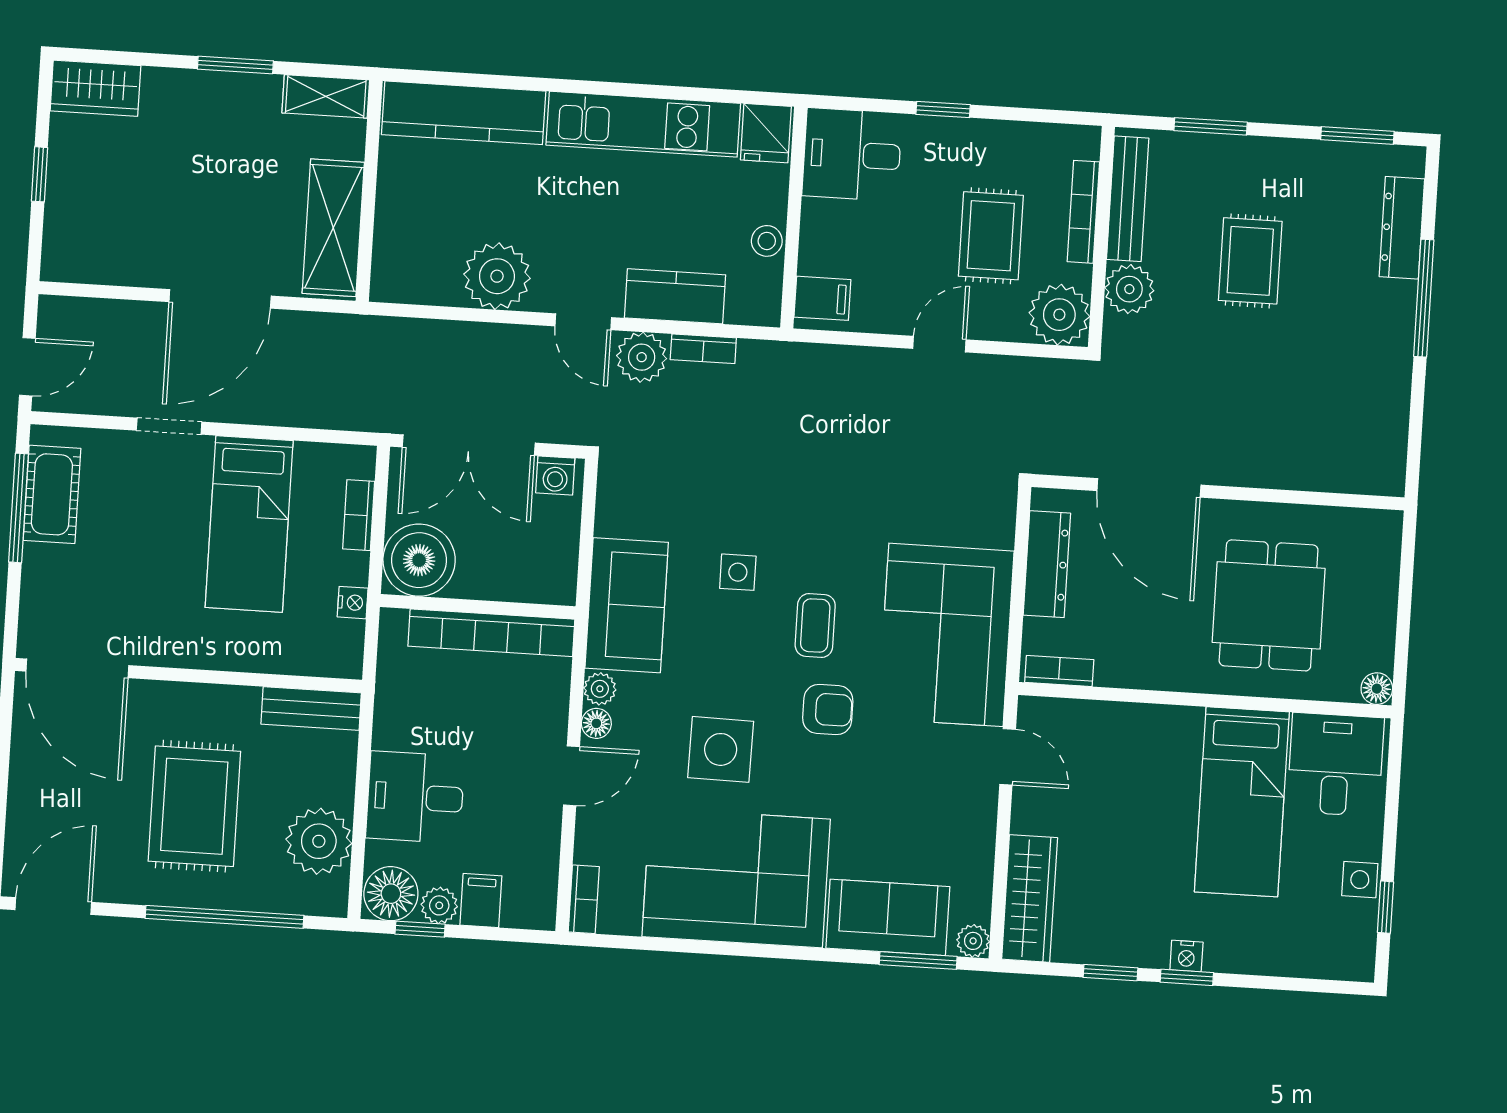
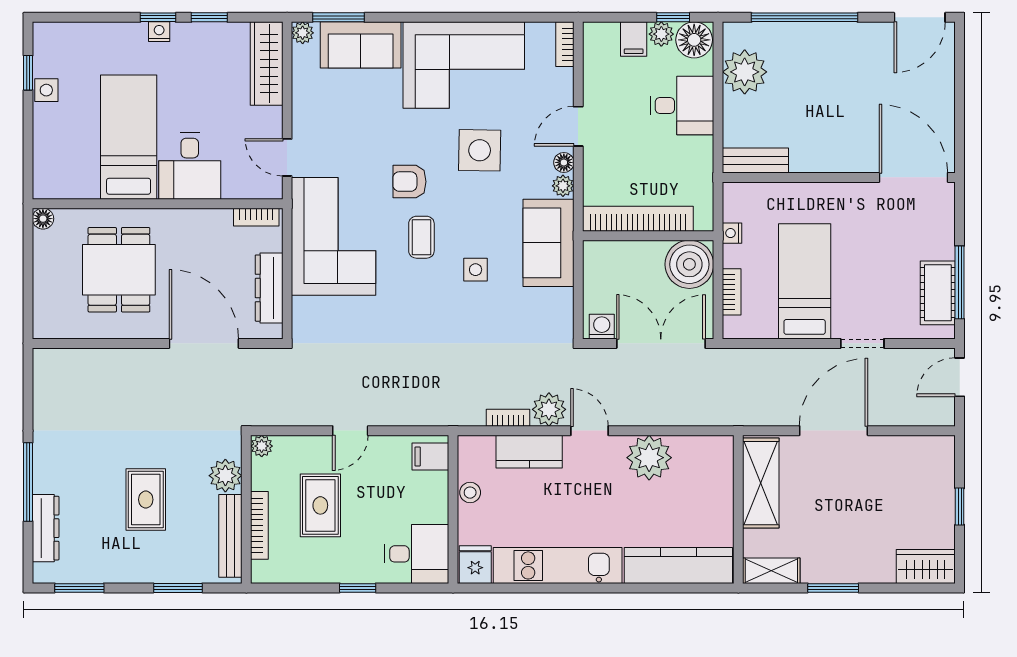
plant: (1059, 315) -> (262, 446), width x0.53, depth x0.53
desk: (1336, 765) -> (190, 166), moved
rug: (194, 806) -> (829, 90), removed

